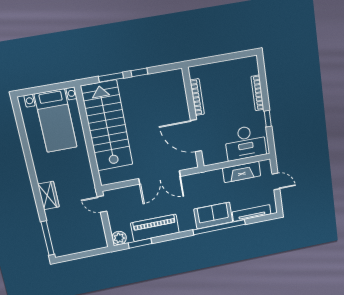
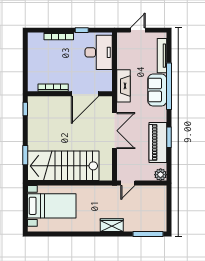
window: (139, 72) -> (25, 109), moved
fireplace: (242, 172) -> (123, 86), moved
window: (140, 243) -> (169, 137), moved

